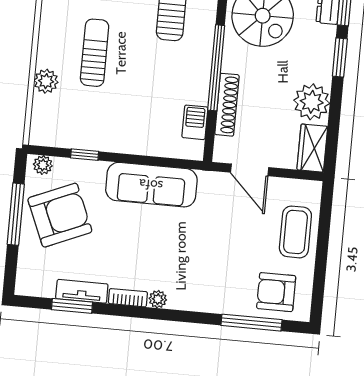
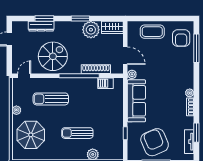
window: (340, 57) -> (80, 18), moved
plant: (43, 165) -> (132, 74), moved
door: (250, 170) -> (125, 56), hinge flipped
tv unit: (82, 291) -> (189, 142), moved

